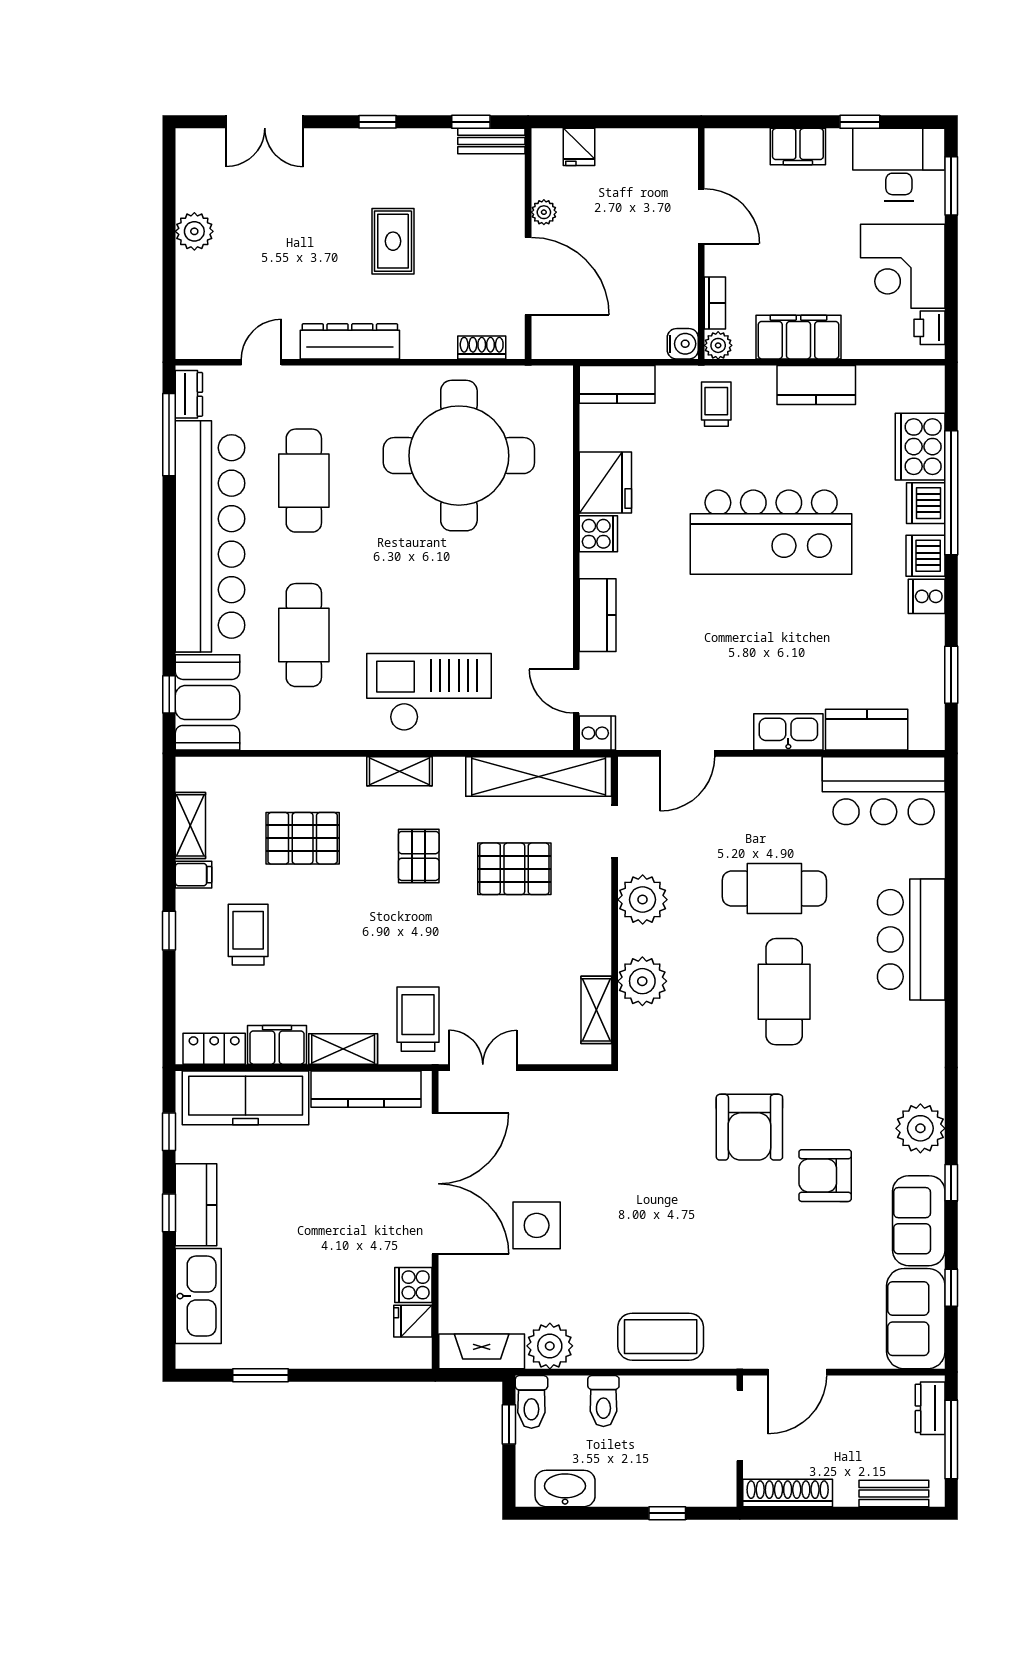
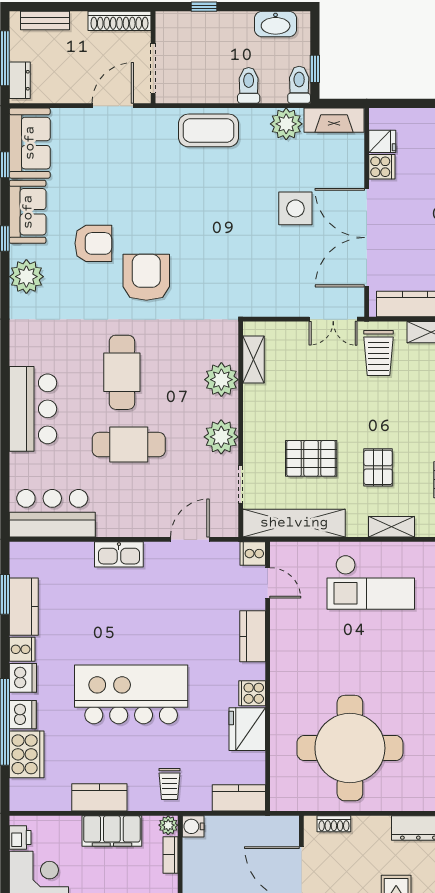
kitchen counter: (867, 730) -> (24, 607), moved, turned -90

